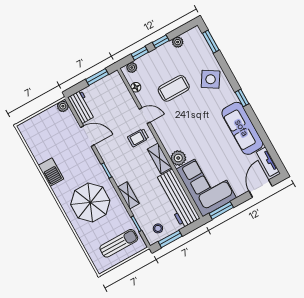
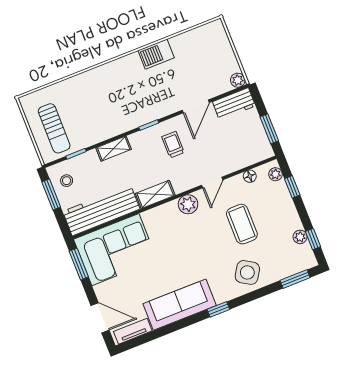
window: (161, 42) -> (313, 239), moved
trolley: (138, 138) -> (173, 145), moved
plant: (178, 158) -> (188, 204), moved
parasol: (90, 202) -> (111, 99), removed

